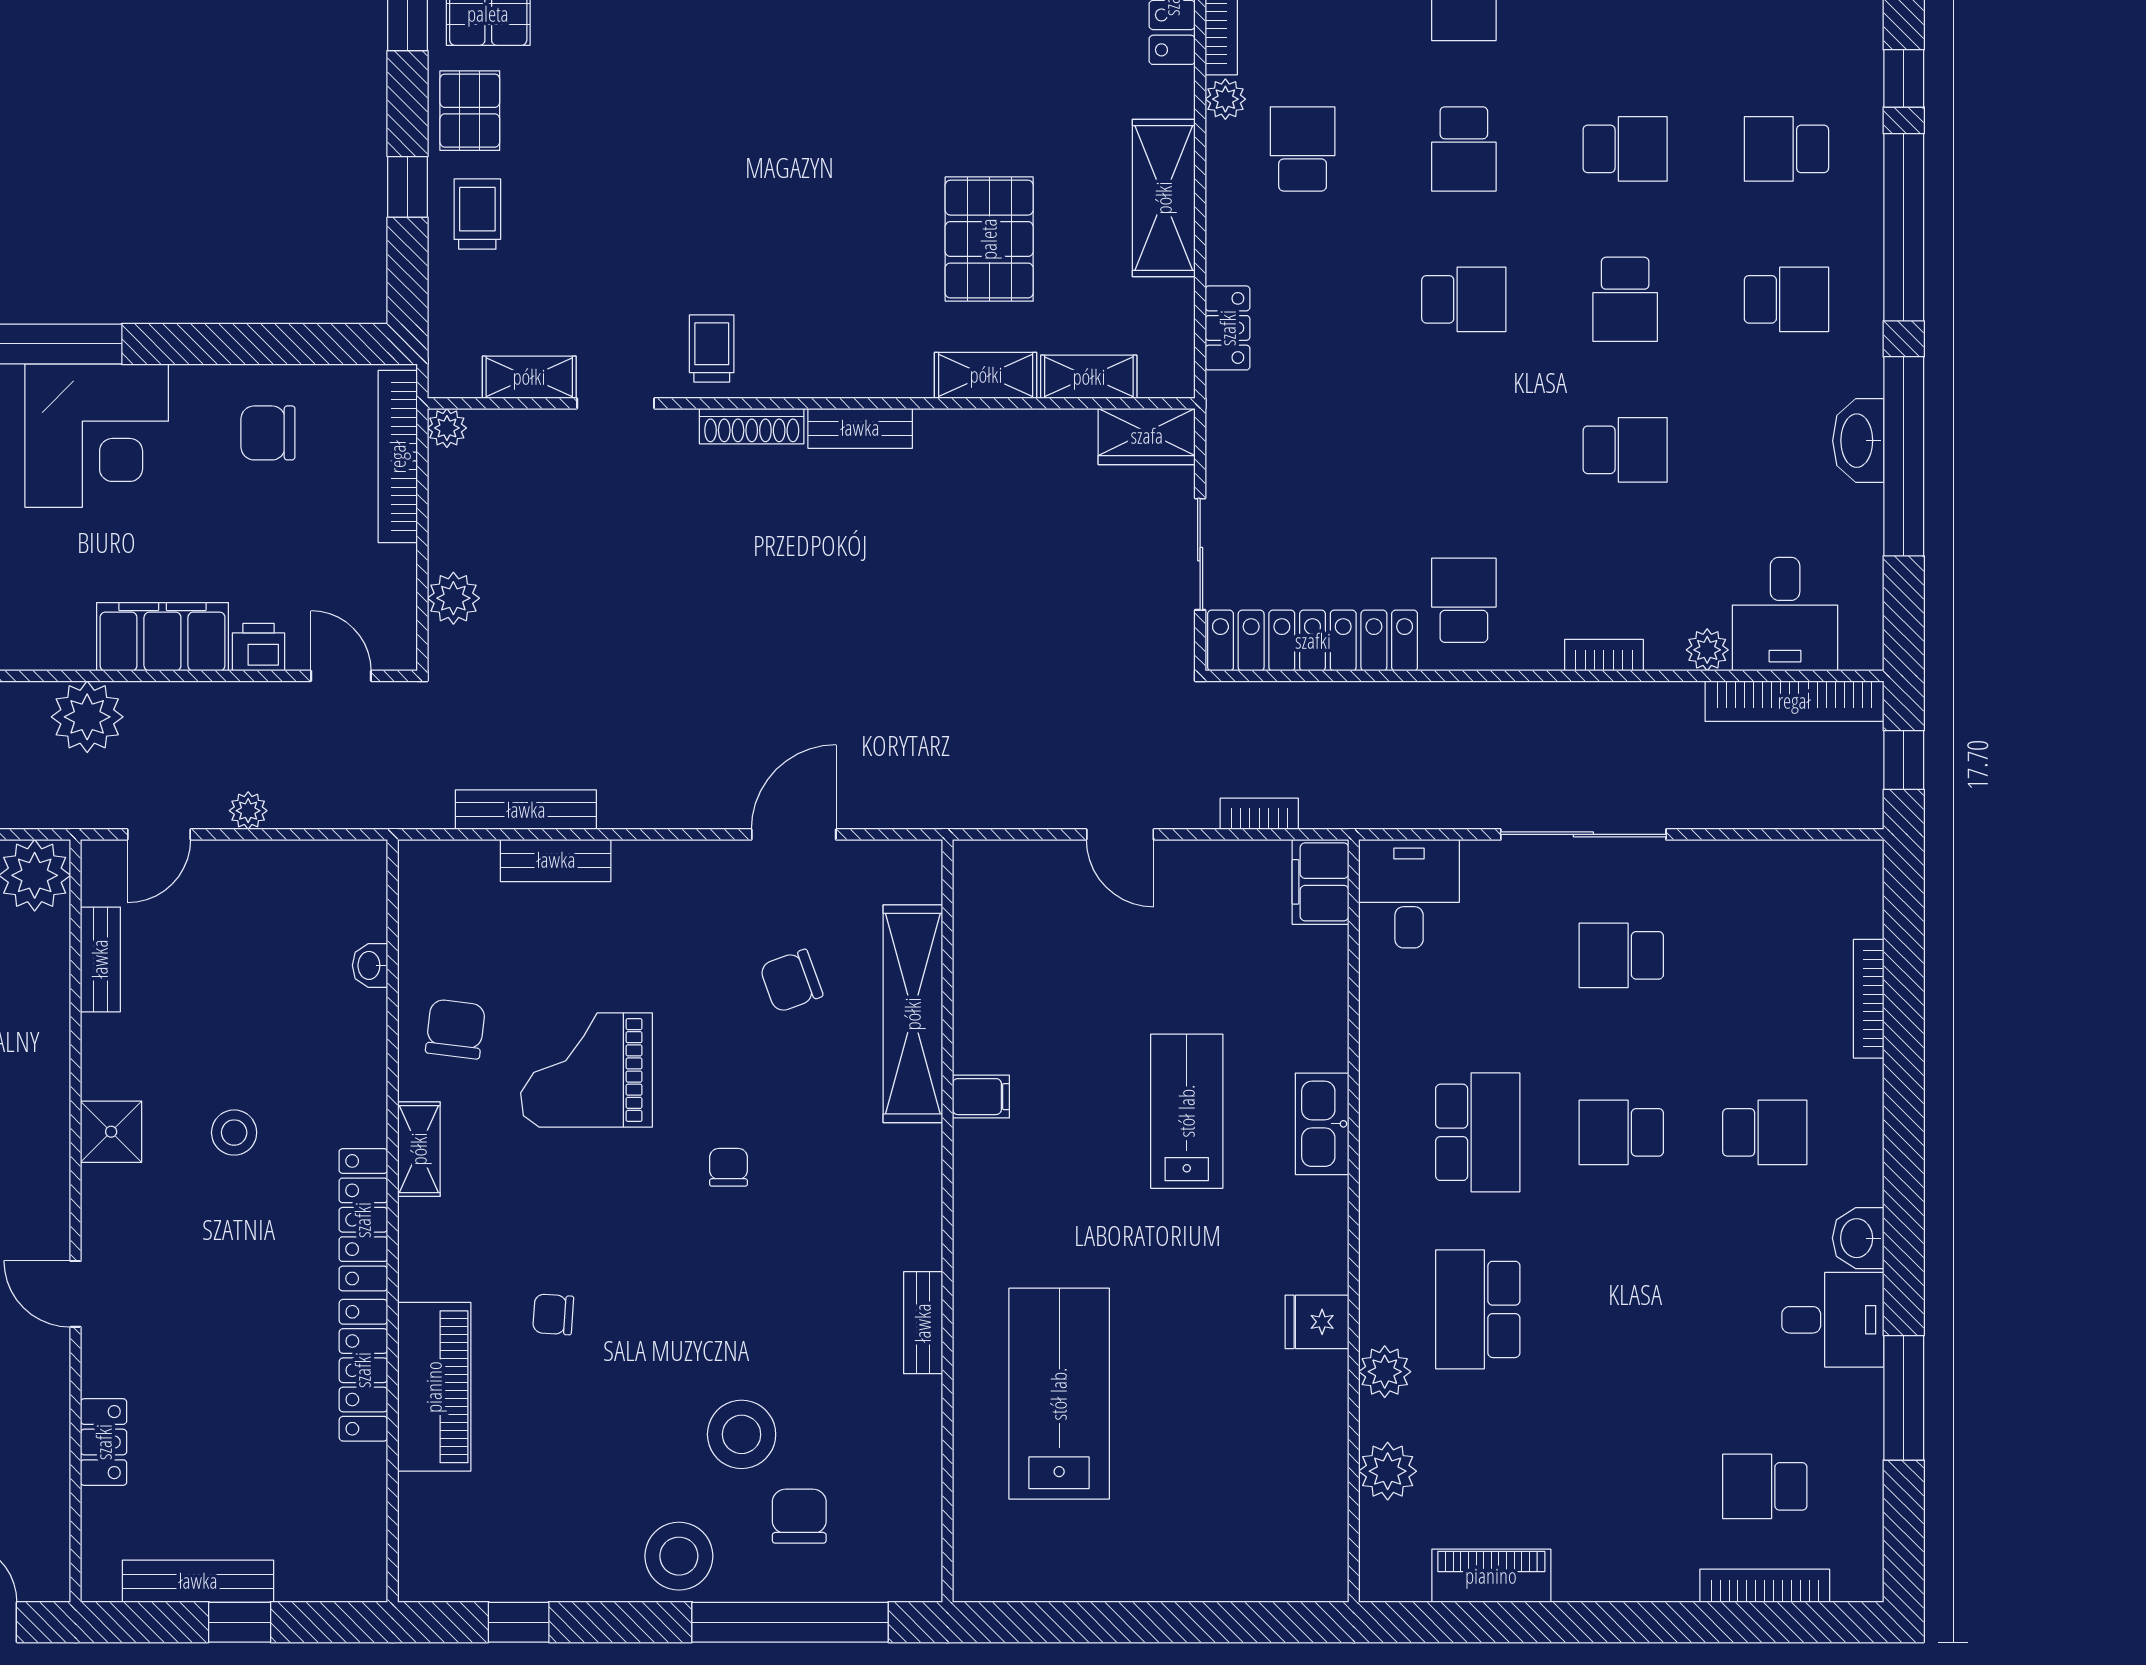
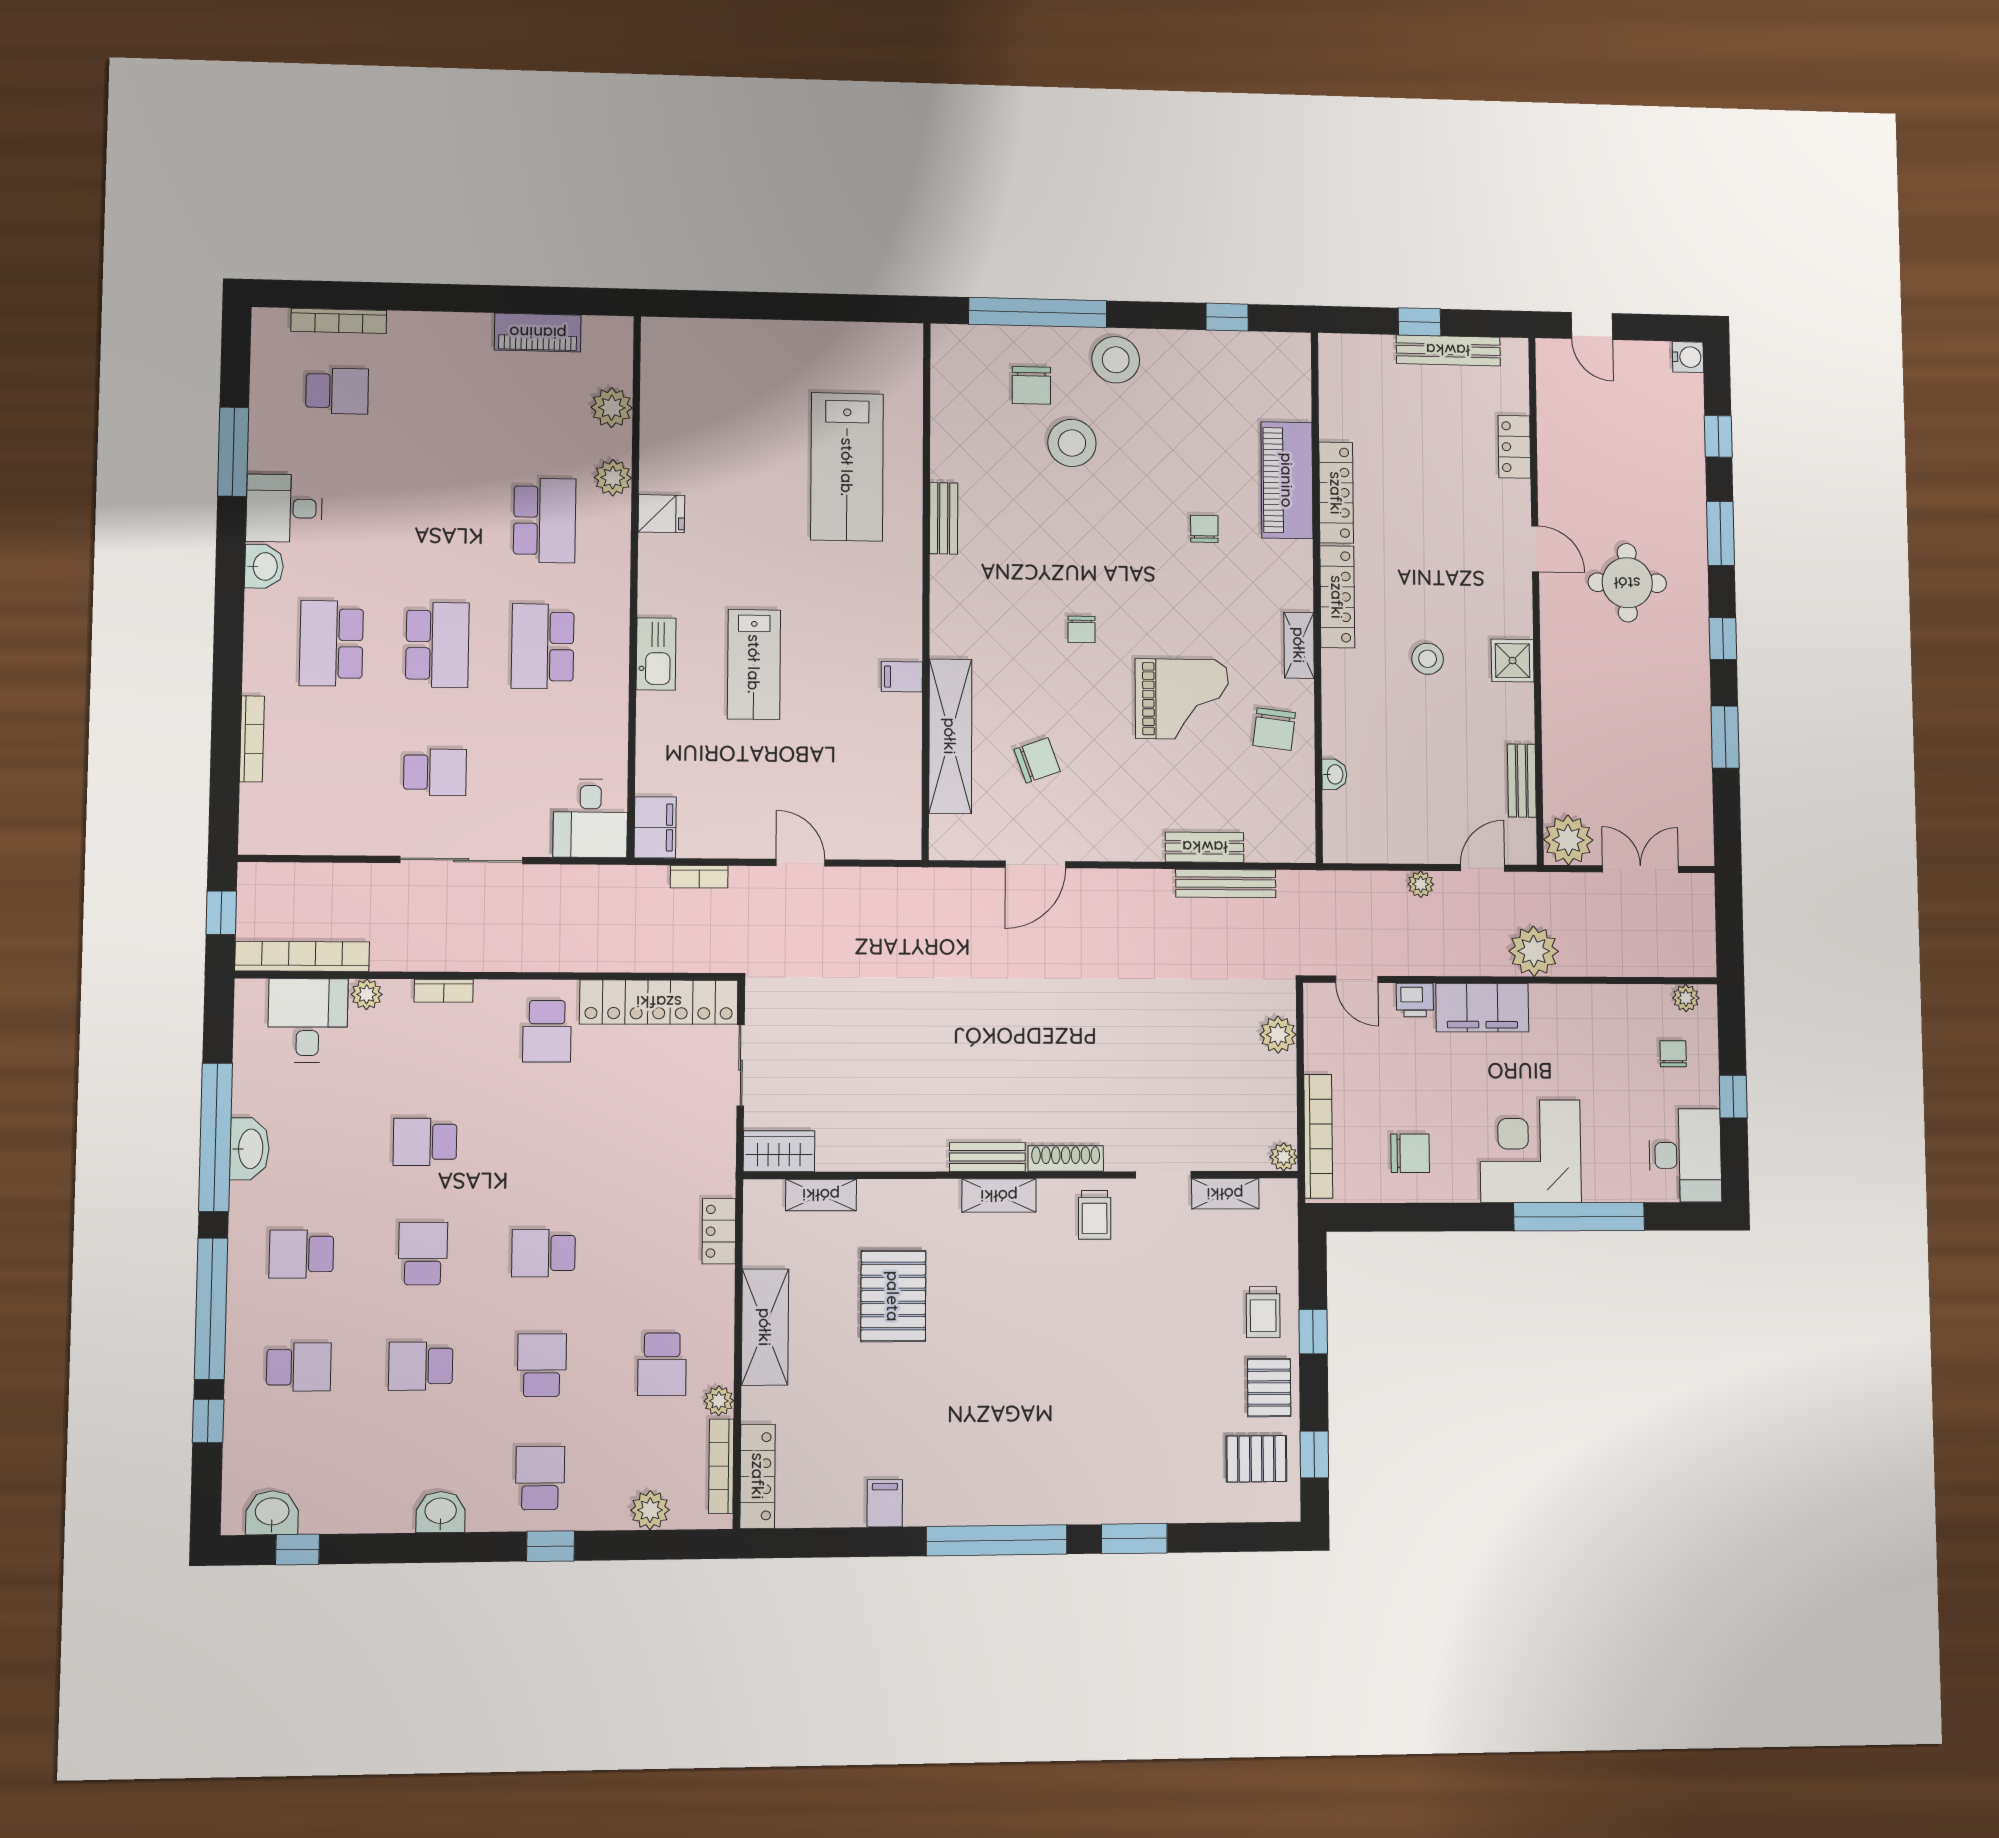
shelving: (986, 375) -> (999, 1196), moved
school desk: (1621, 1132) -> (437, 645), width x1.85
school desk: (1765, 1132) -> (331, 643), width x1.85
chair: (553, 1314) -> (1204, 529), turned -94

